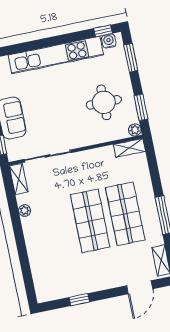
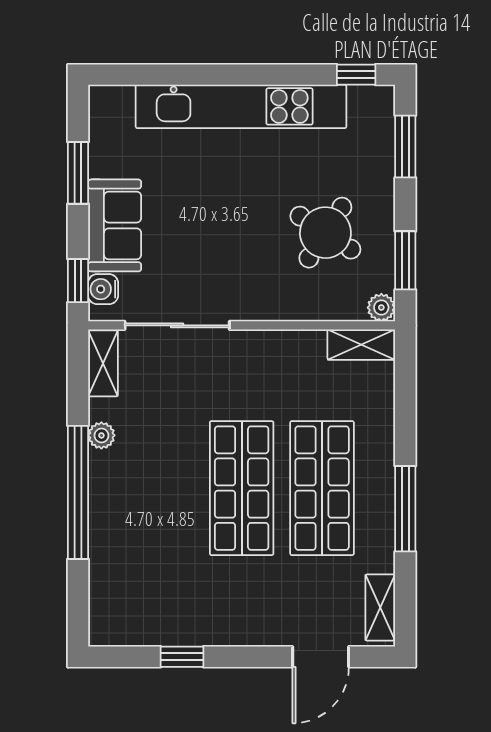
water cooler: (109, 41) -> (103, 289), moved, turned -90
round table: (104, 102) -> (325, 233), turned 33
window: (19, 237) -> (78, 492), added

